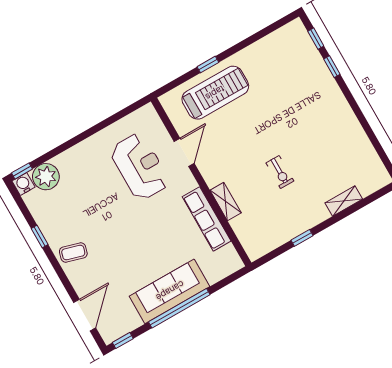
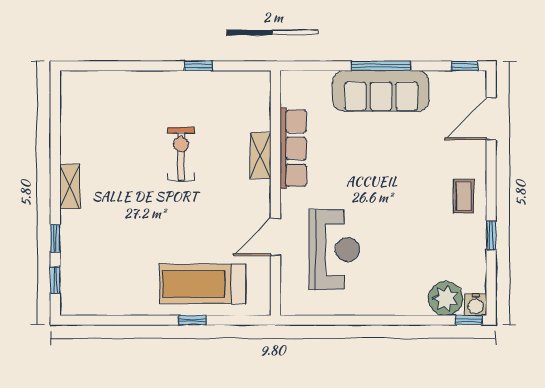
reception desk: (140, 167) -> (334, 250), turned 180
exercise bike: (280, 172) -> (181, 154), width x1.38, depth x1.39
shelving: (344, 201) -> (70, 187), moved, turned 90
coffee table: (73, 253) -> (464, 196), turned 74
window: (179, 308) -> (381, 66), width x0.68

